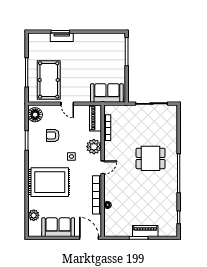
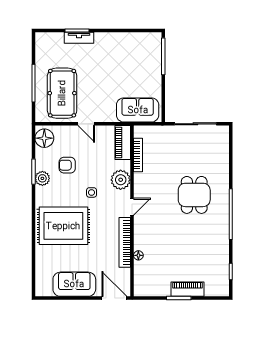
dining table: (150, 158) -> (194, 195), turned 90
plant: (34, 215) -> (42, 178), moved

